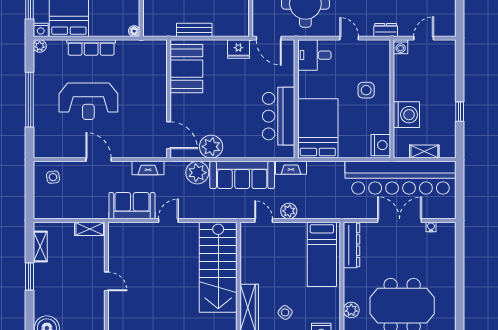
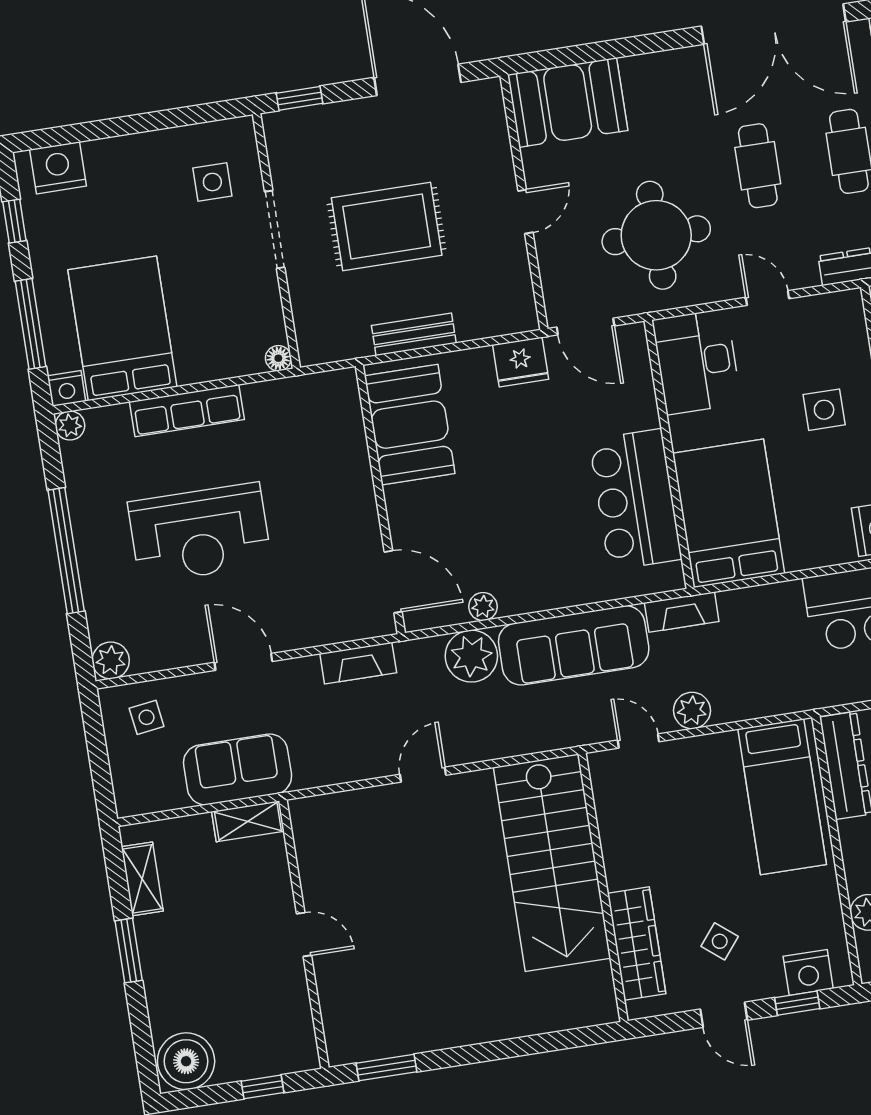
desk: (314, 55) -> (697, 362), width x1.37
plant: (211, 147) -> (483, 607), width x0.53, depth x0.53
plant: (41, 150) -> (111, 660), added
sofa: (132, 206) -> (238, 769), moved

